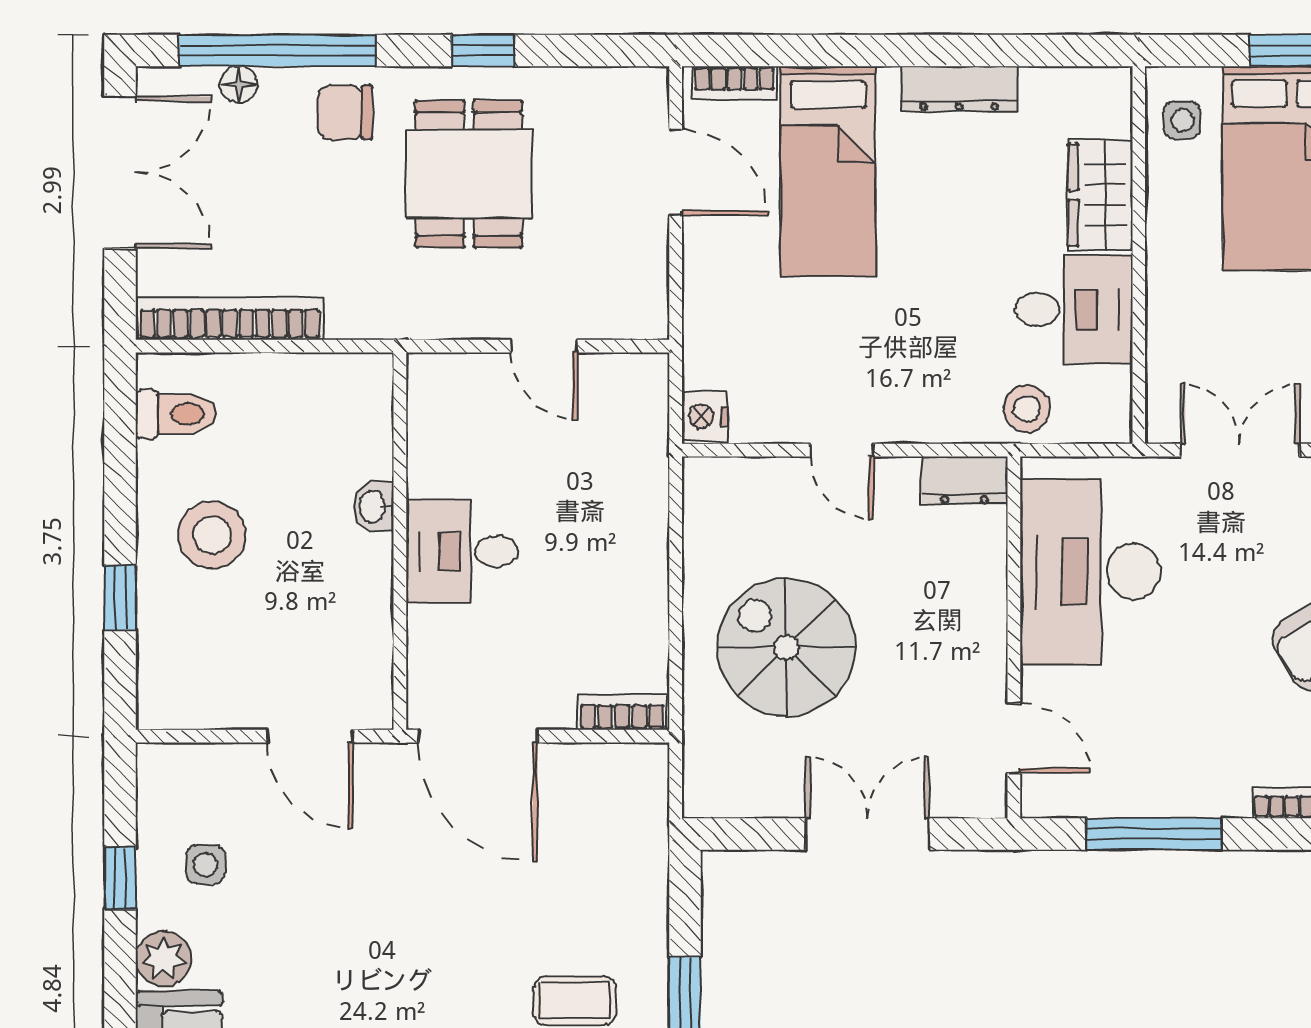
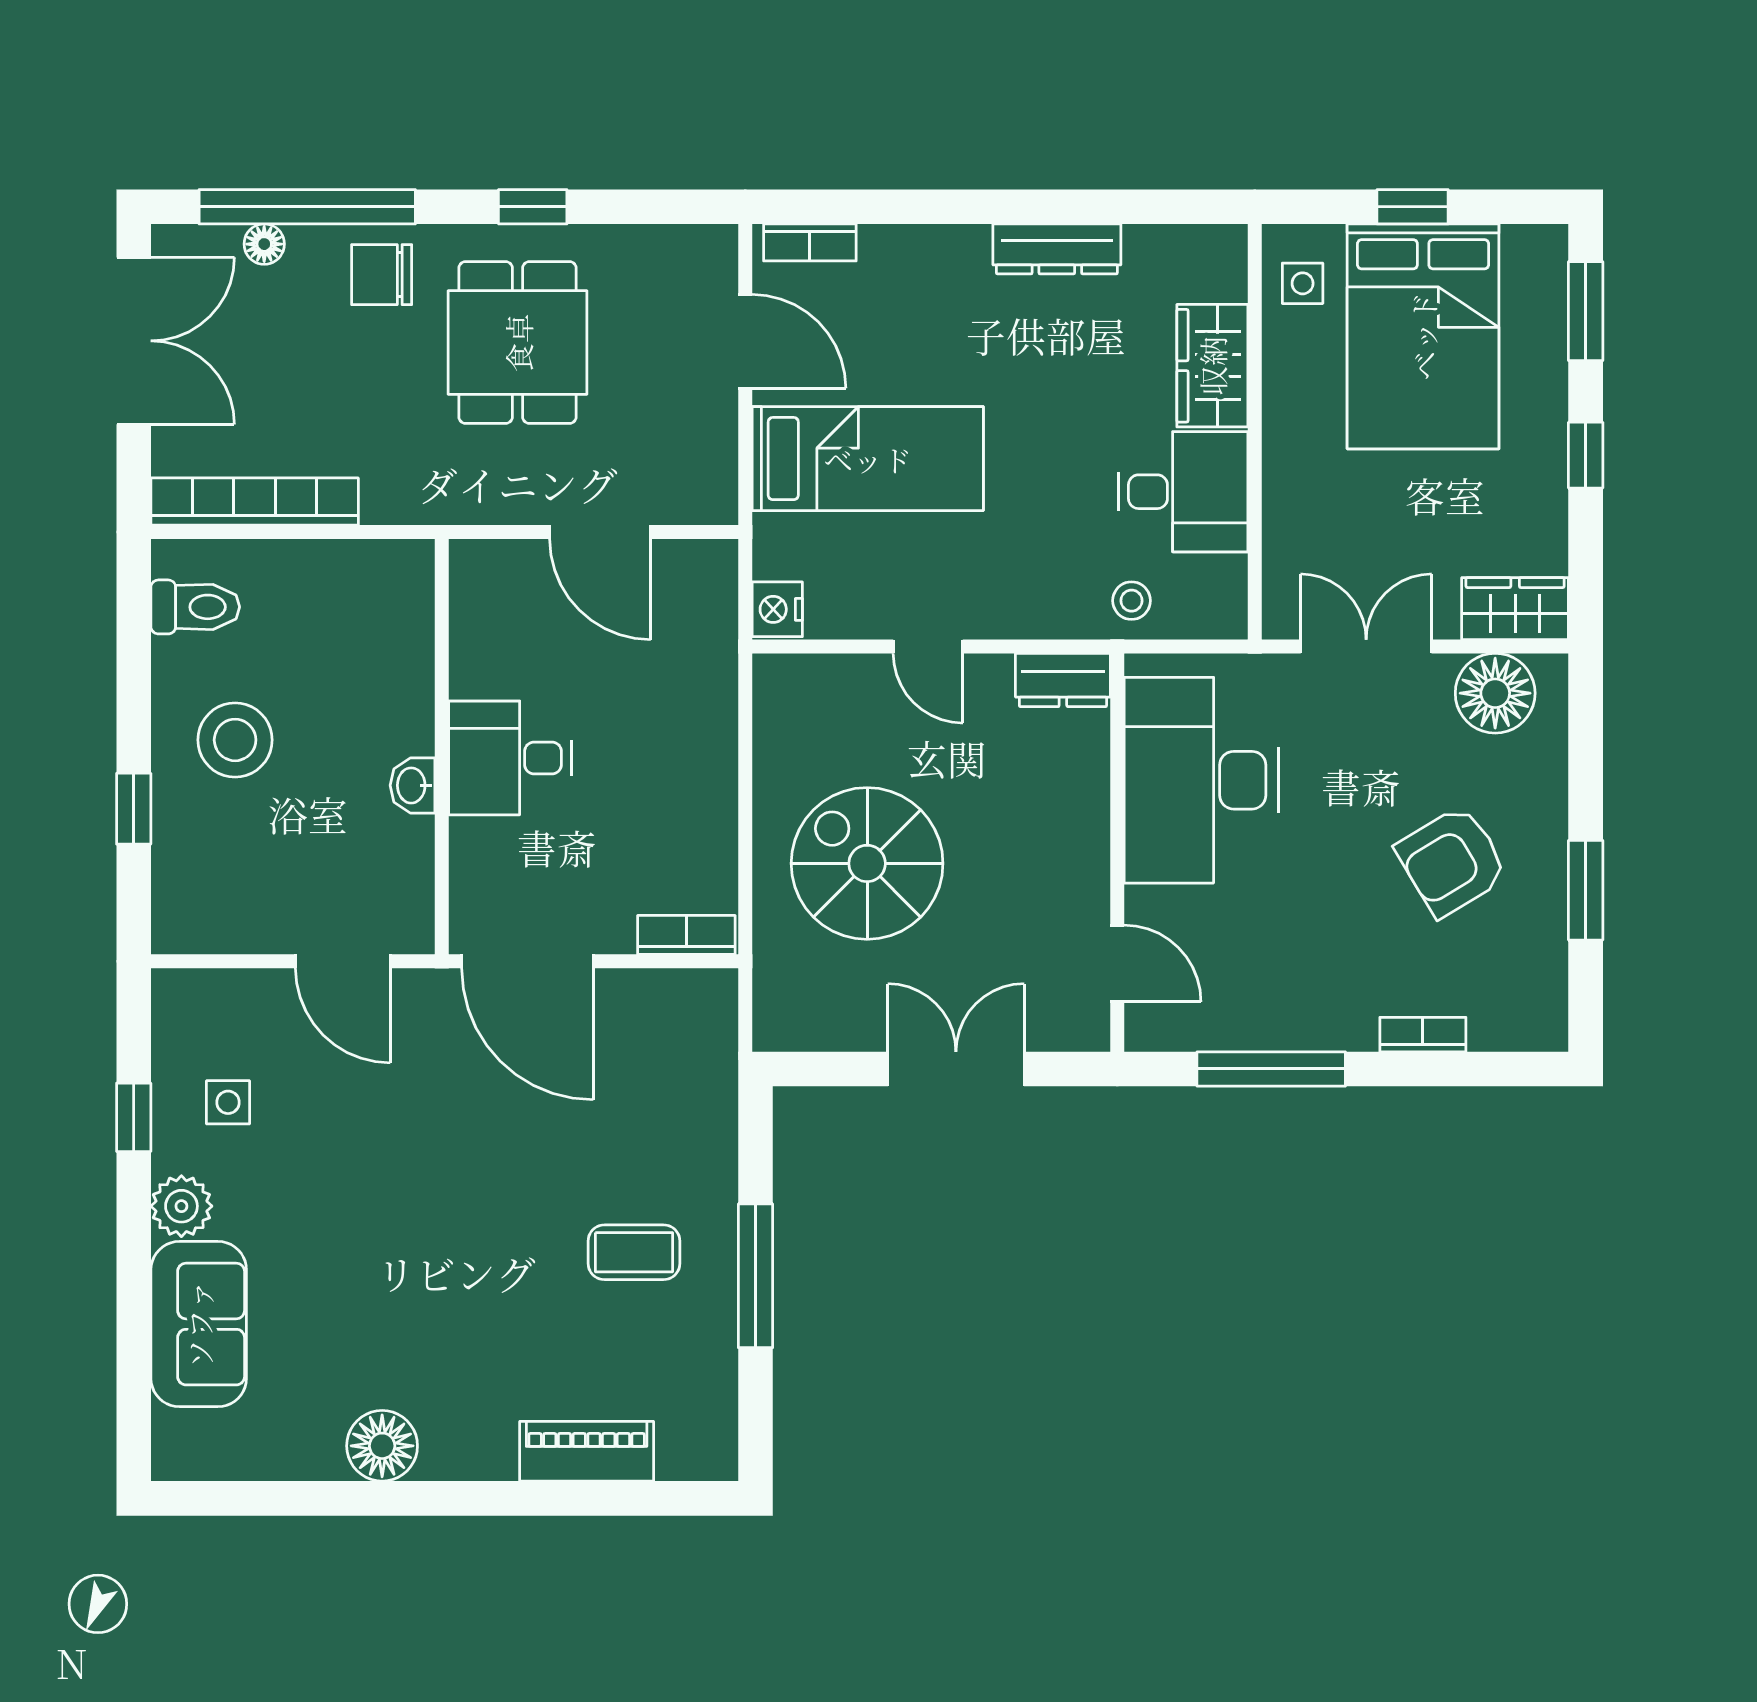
bed: (828, 171) -> (868, 459), moved, turned -90
door: (544, 346) -> (600, 532), width x1.38
stool: (1027, 408) -> (1132, 601), width x0.73, depth x0.73
washbasin: (373, 507) -> (413, 785), moved

